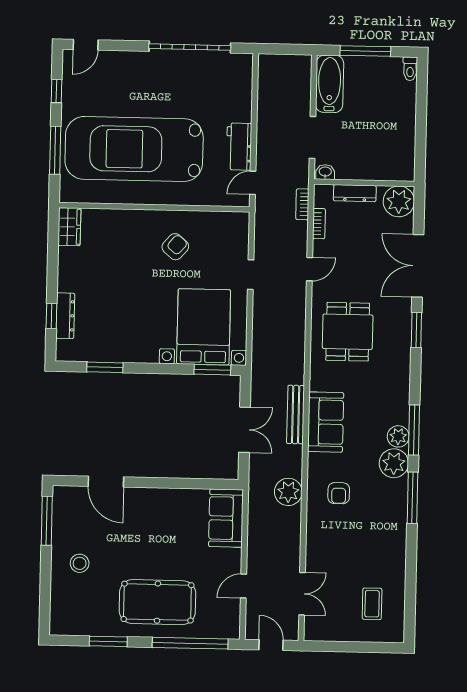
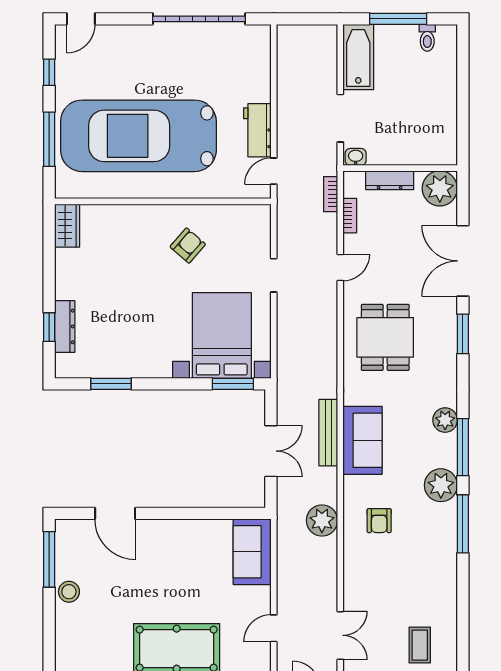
toilet: (410, 69) -> (427, 38), moved
plant: (398, 436) -> (445, 420), moved
stool: (80, 563) -> (69, 592), moved

